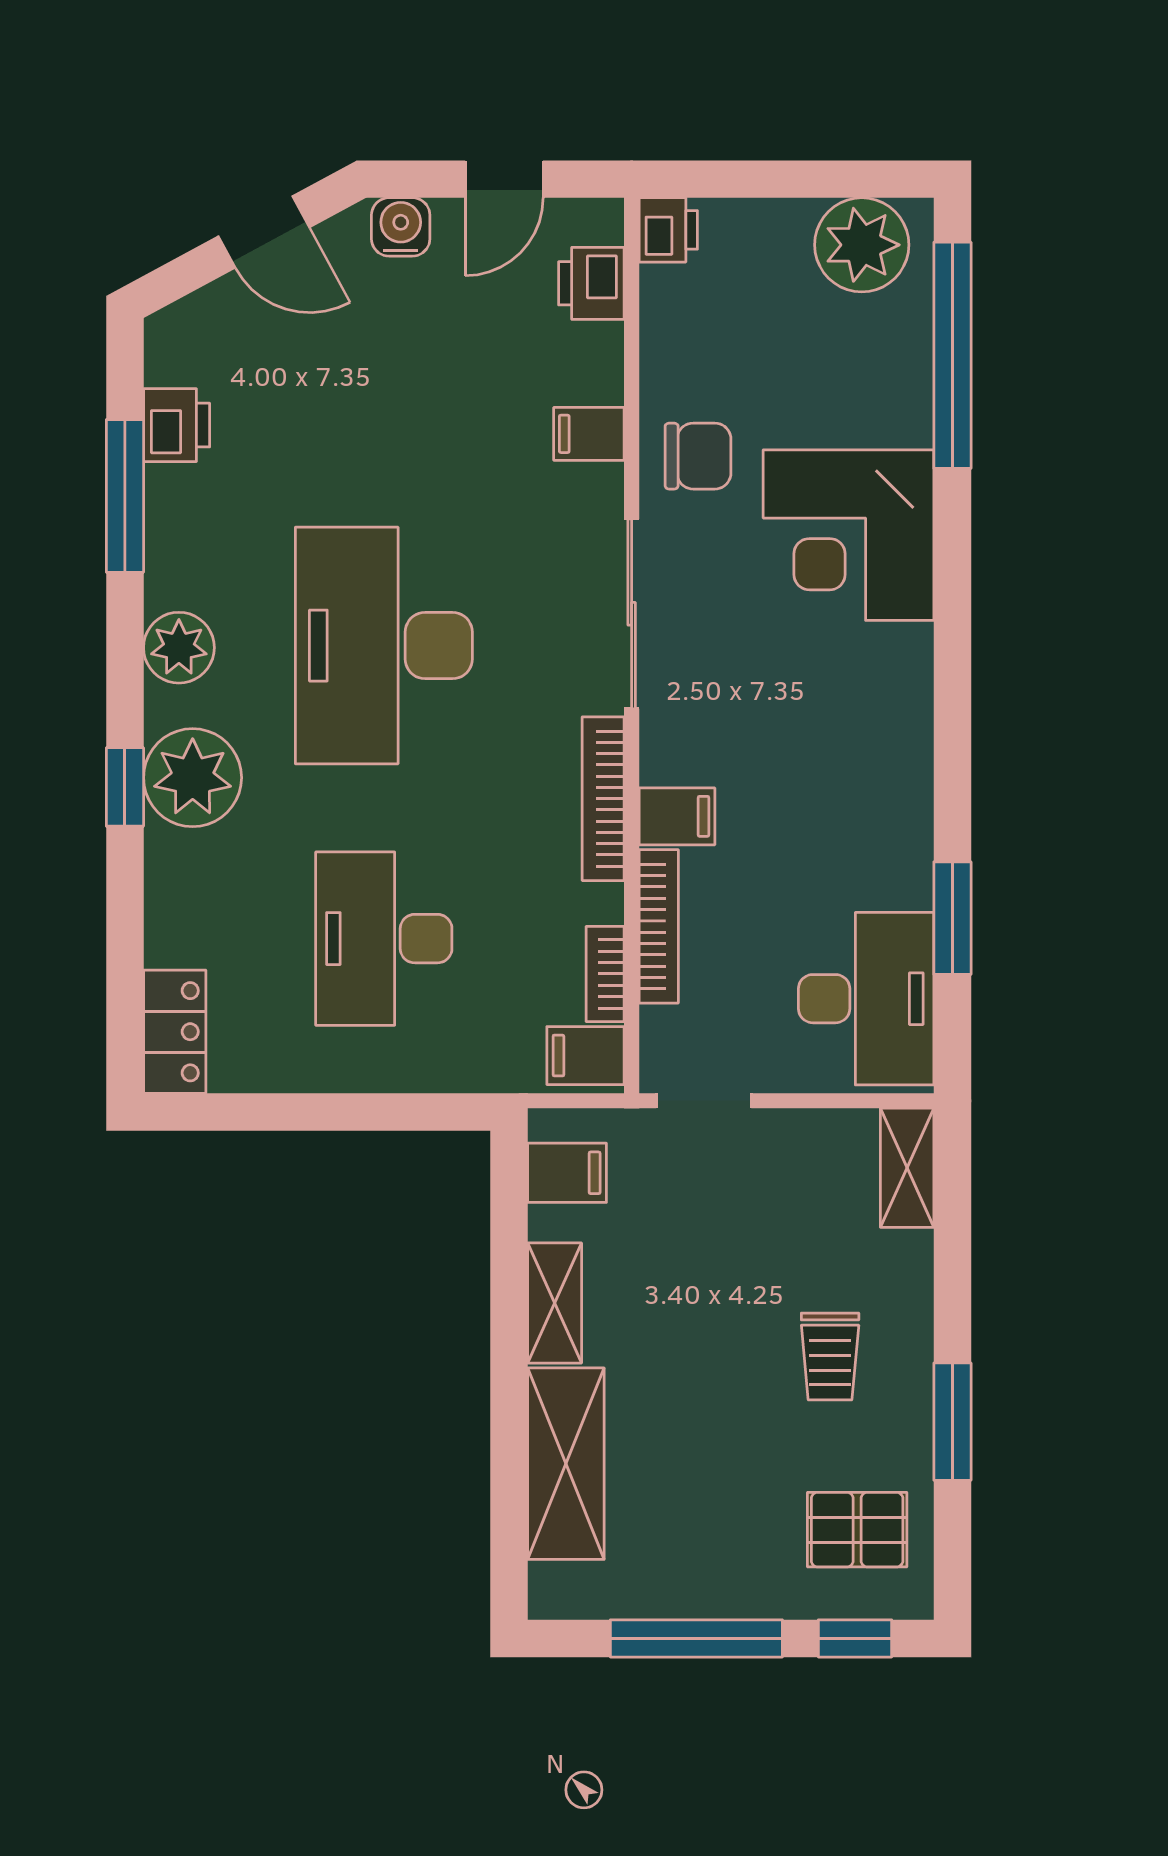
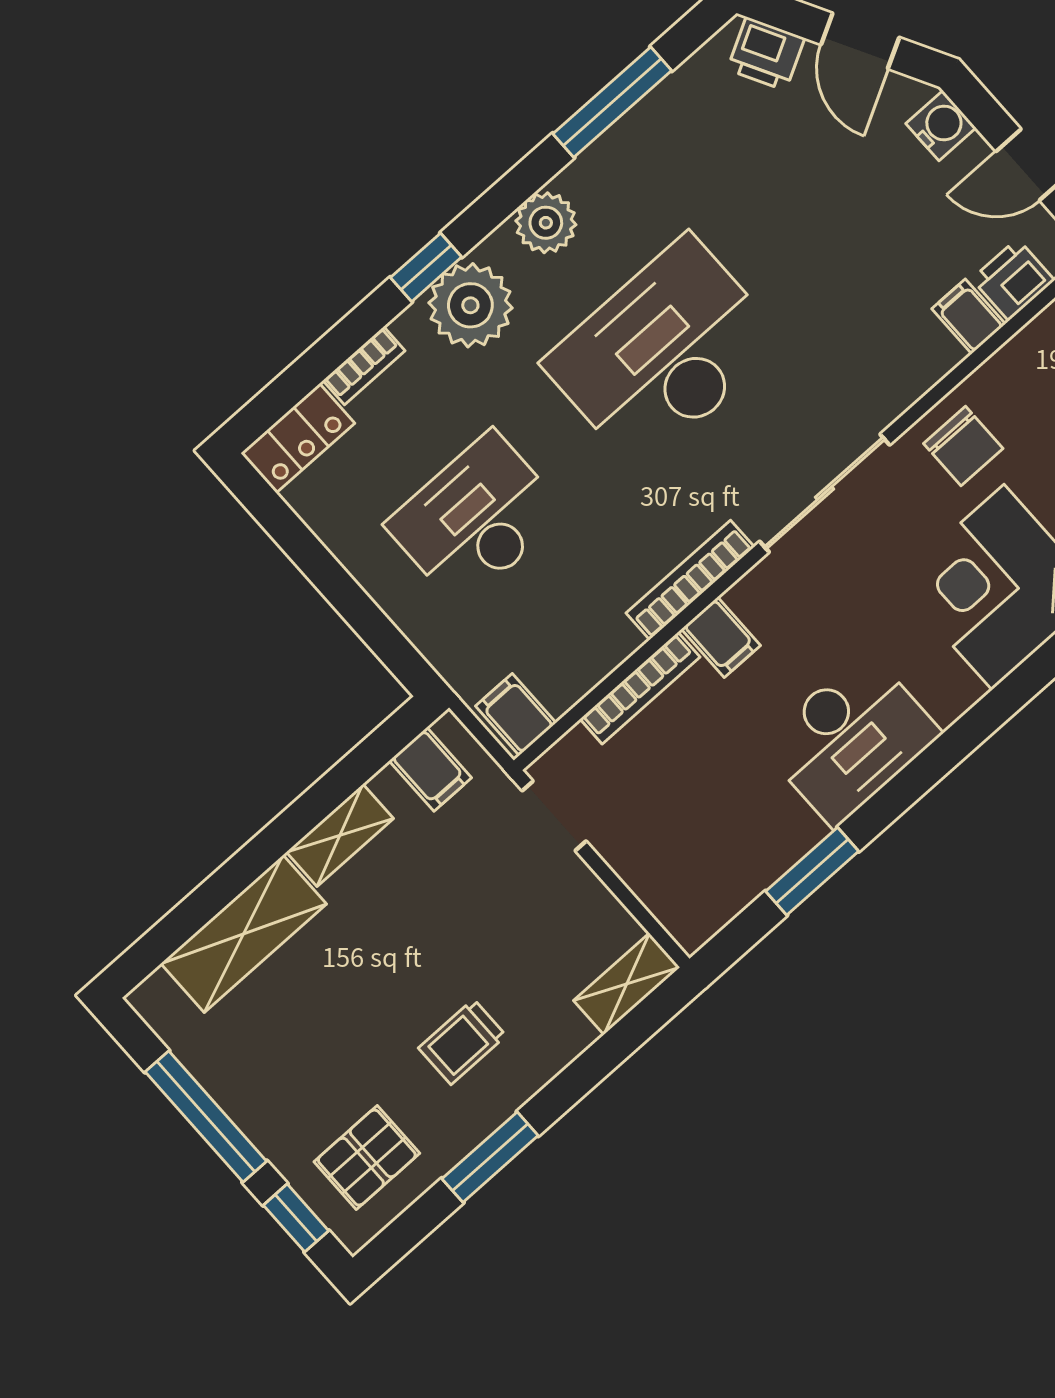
printer: (177, 425) -> (766, 54), moved, turned 62
filing cabinet: (589, 434) -> (969, 316), moved
bookcase: (605, 974) -> (364, 366), moved, turned 180
desk: (866, 999) -> (850, 739), moved
pallet: (857, 1530) -> (367, 1158), turned 90

